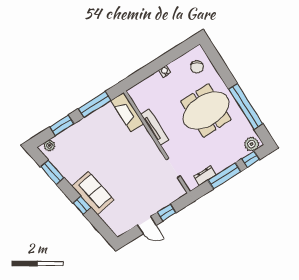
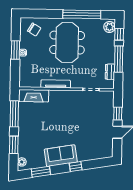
window: (162, 61) -> (15, 50), added
sofa: (93, 193) -> (61, 156), moved

